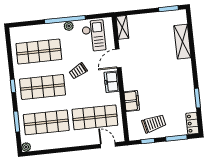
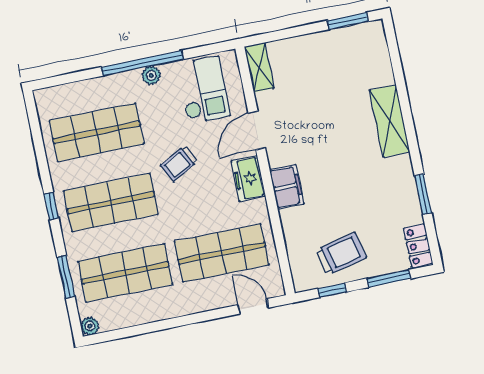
shelving: (182, 42) -> (390, 121), moved
filing cabinet: (132, 101) -> (287, 187), moved

